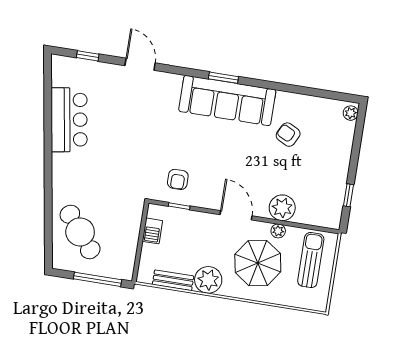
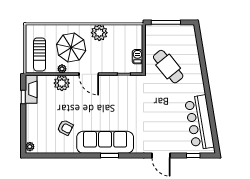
bar counter: (69, 120) -> (199, 123), width x1.36
armchair: (178, 179) -> (127, 90), removed
fireplace: (334, 206) -> (31, 89), added
cafe table: (80, 232) -> (168, 67), moved
bench: (173, 280) -> (120, 29), removed

